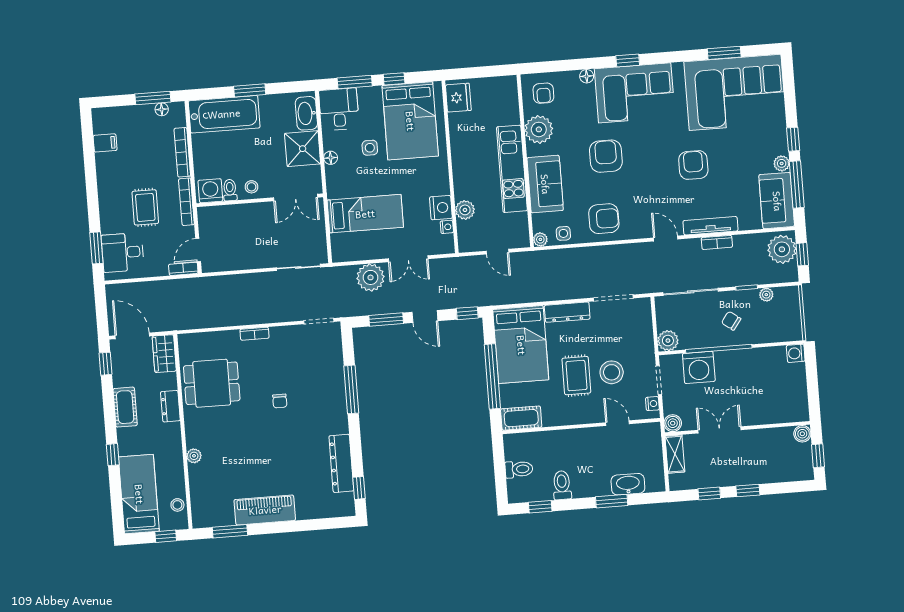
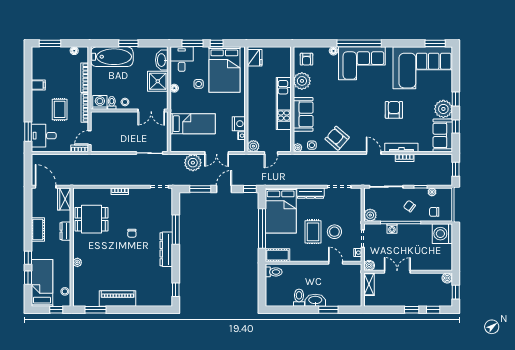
window: (724, 53) -> (435, 43), moved
window: (628, 61) -> (359, 43), width x3.17
window: (153, 98) -> (50, 43), moved
filing cabinet: (105, 143) -> (38, 85), moved
armchair: (606, 156) -> (341, 100), removed
plant: (782, 163) -> (443, 109), width x1.87, depth x1.87
window: (797, 184) -> (456, 127), width x0.46
plant: (465, 210) -> (253, 146), moved
armchair: (604, 219) -> (337, 138), turned -139
plant: (782, 249) -> (444, 165), removed
door: (497, 252) -> (271, 153), hinge flipped
door: (425, 317) -> (224, 189), swing flipped
chair: (772, 327) -> (434, 212), added
washing machine: (796, 353) -> (442, 234), width x1.89, depth x1.89
window: (106, 364) -> (28, 278), moved
washing machine: (699, 367) -> (392, 229), width x0.53, depth x0.53
dresser: (341, 463) -> (166, 249), moved
toilet: (519, 469) -> (274, 272), moved
washbasin: (628, 484) -> (315, 300), moved
window: (709, 494) -> (433, 310), moved
window: (540, 507) -> (285, 310), removed

